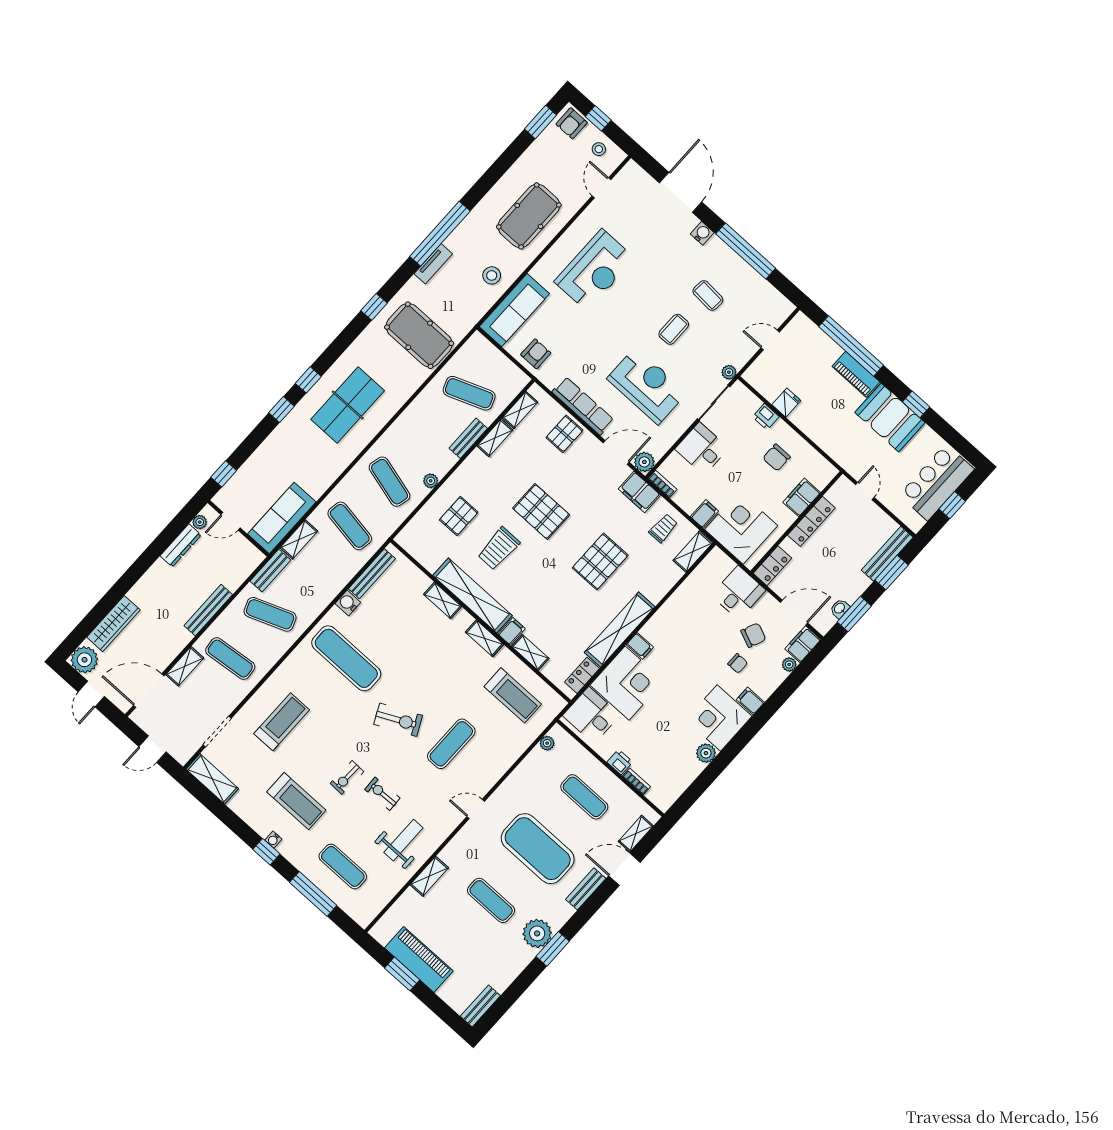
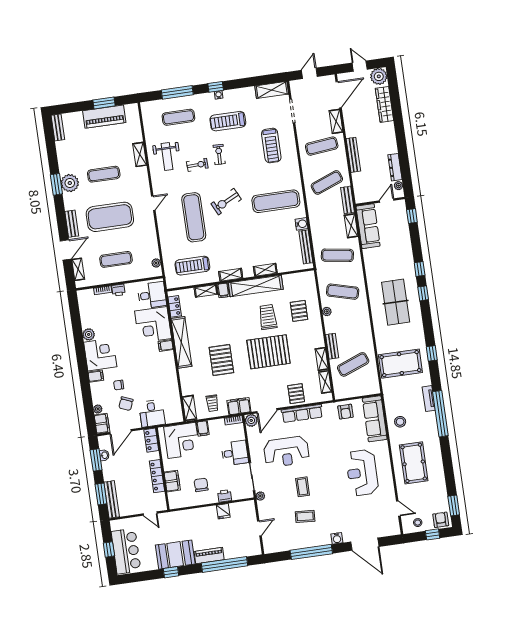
pallet: (541, 512) -> (268, 352), width x1.37, depth x1.41
exercise mat: (451, 744) -> (194, 217), width x1.36, depth x1.45

